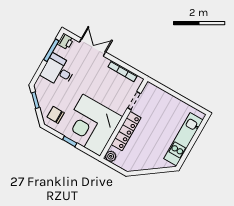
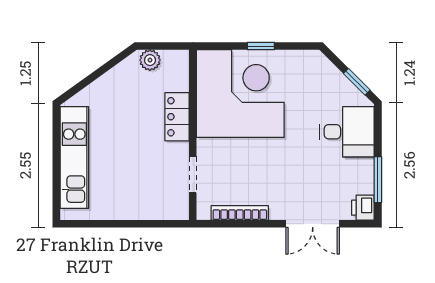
desk: (58, 71) -> (347, 132), moved
chair: (56, 115) -> (309, 77), removed
locker: (126, 131) -> (177, 117), width x0.66
plant: (111, 156) -> (150, 60), moved

